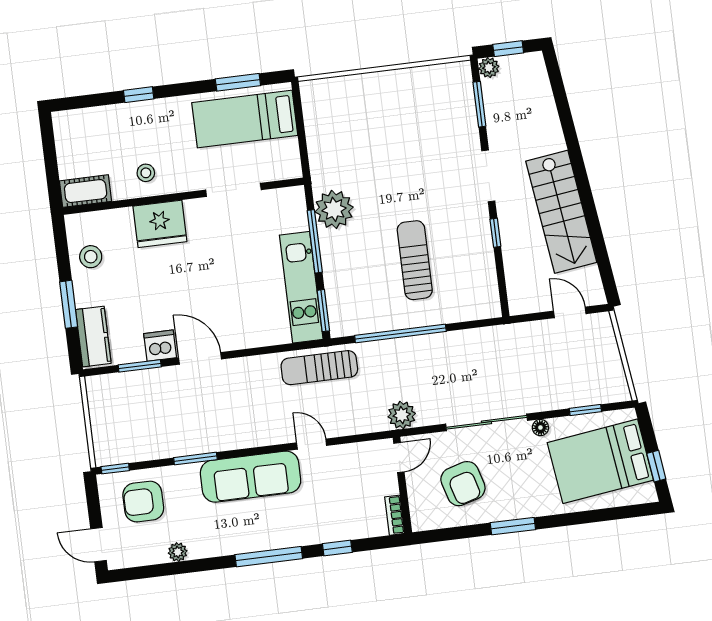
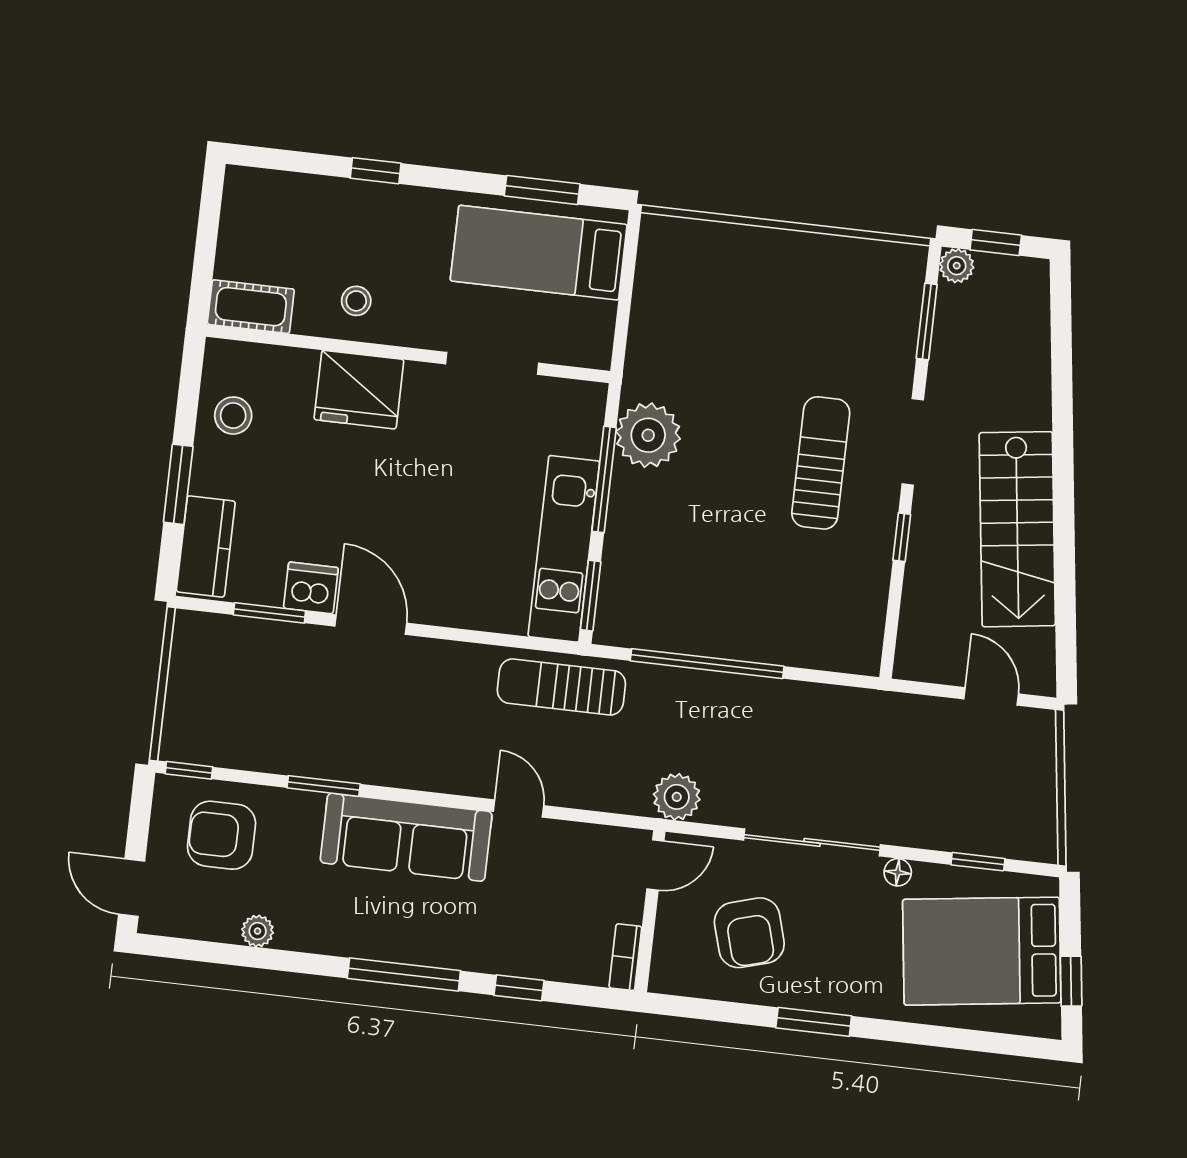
sun lounger: (415, 260) -> (821, 463), moved

